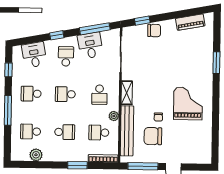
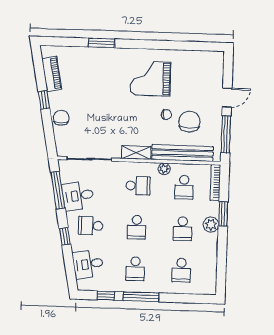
window: (142, 21) -> (44, 100), moved
window: (8, 110) -> (141, 297), moved
school desk: (65, 132) -> (183, 229), turned 180
chair: (153, 136) -> (189, 122), turned 180
plant: (36, 155) -> (211, 225), moved

